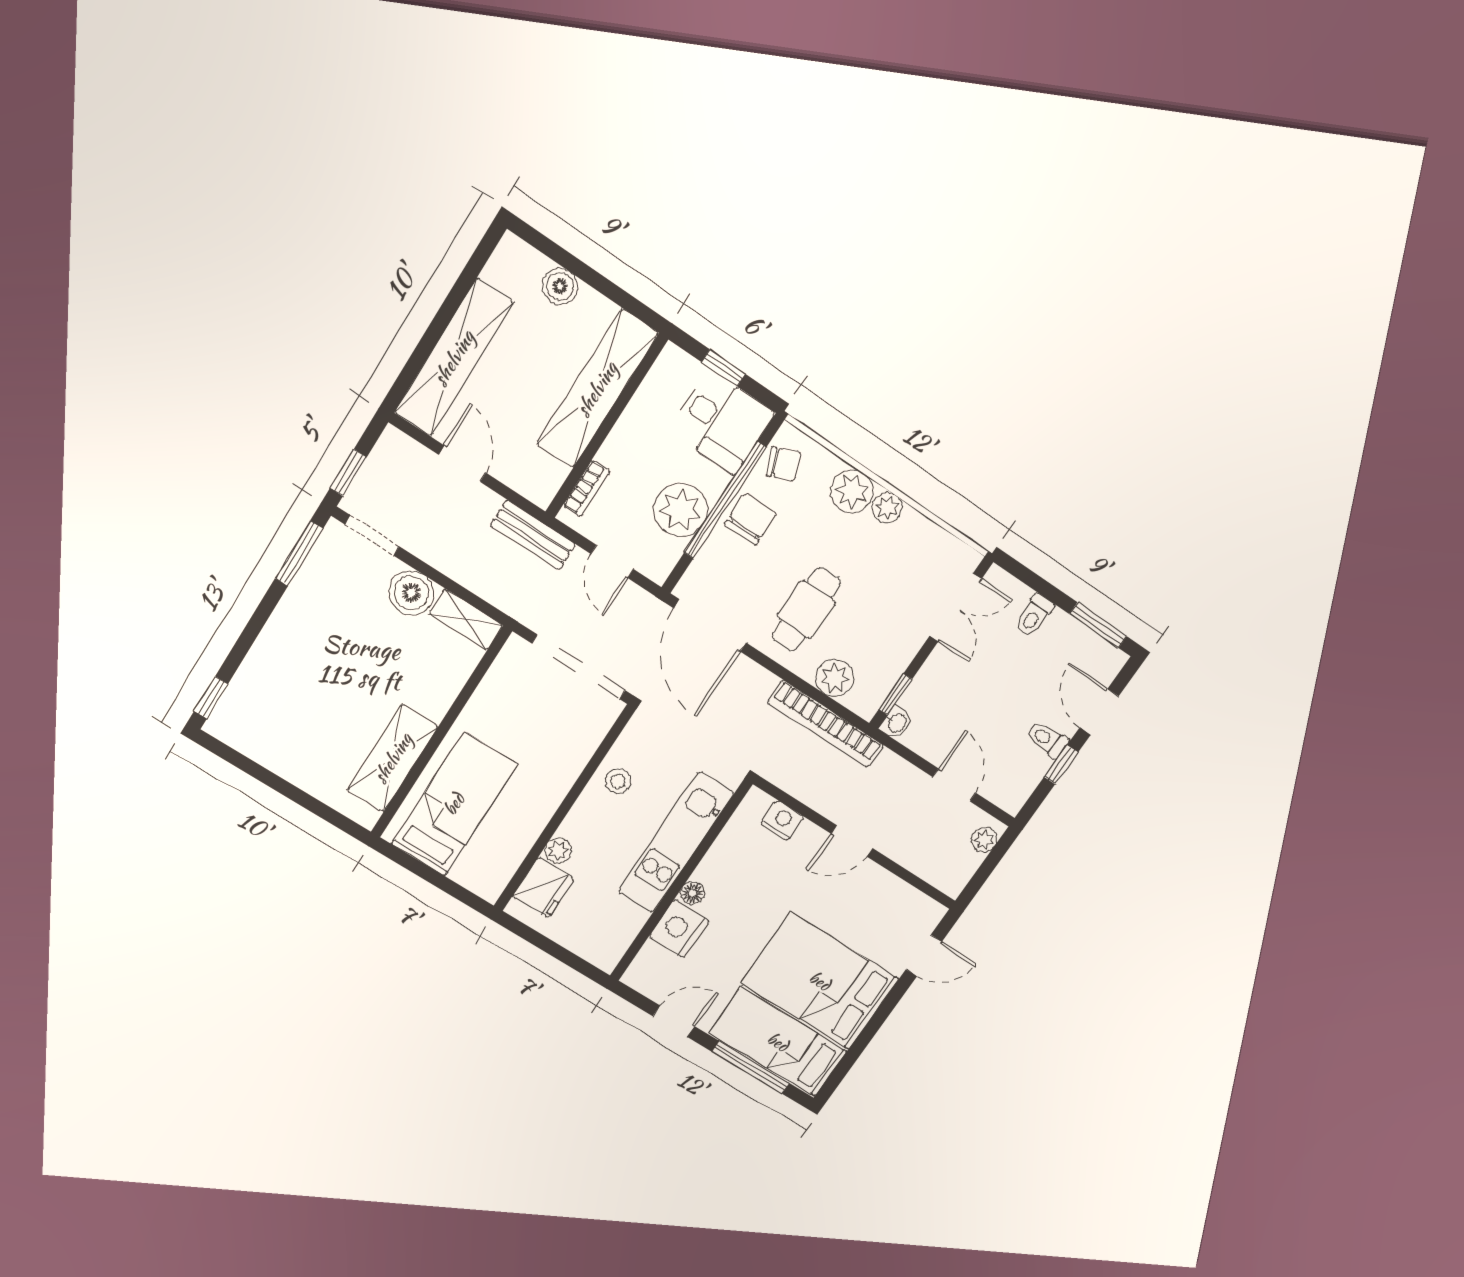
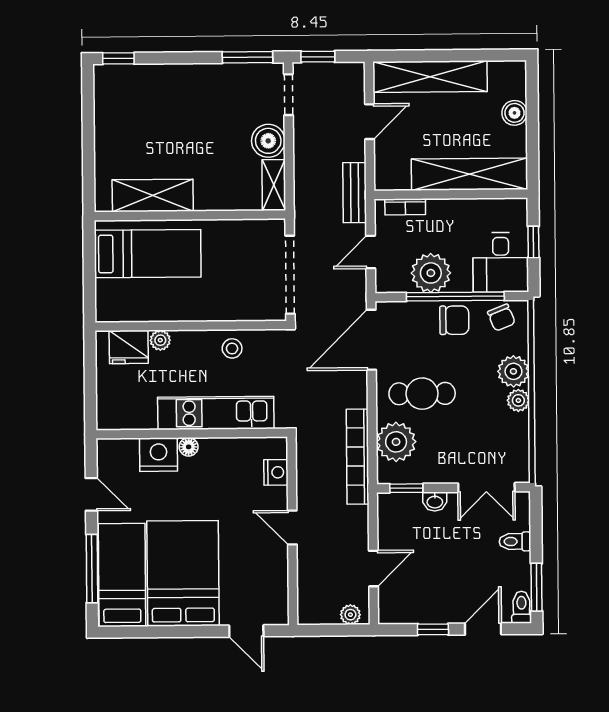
plant: (835, 678) -> (396, 442), width x1.36, depth x1.36
washbasin: (897, 723) -> (435, 502), moved
toilet: (1047, 739) -> (521, 607), moved

